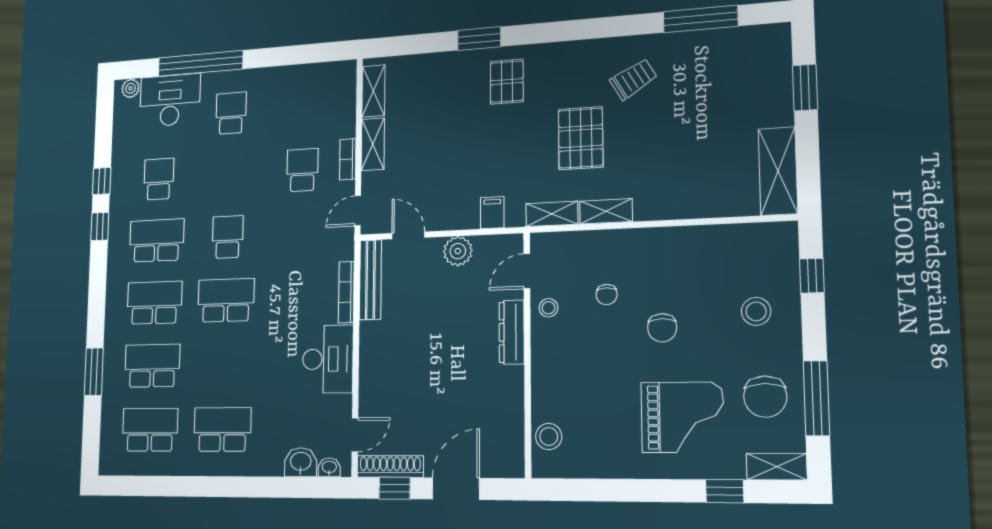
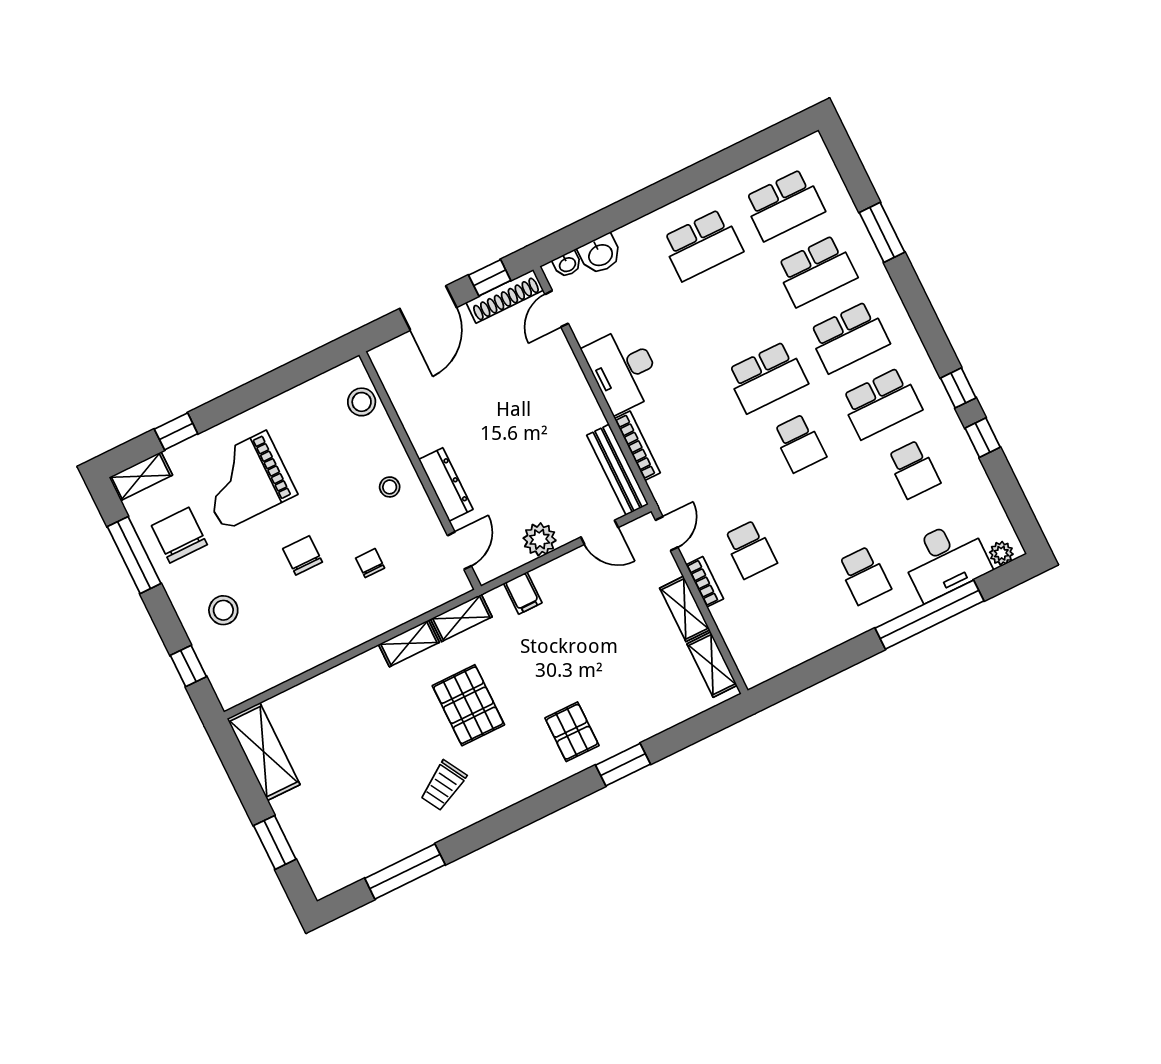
stool: (548, 308) -> (390, 487), moved

